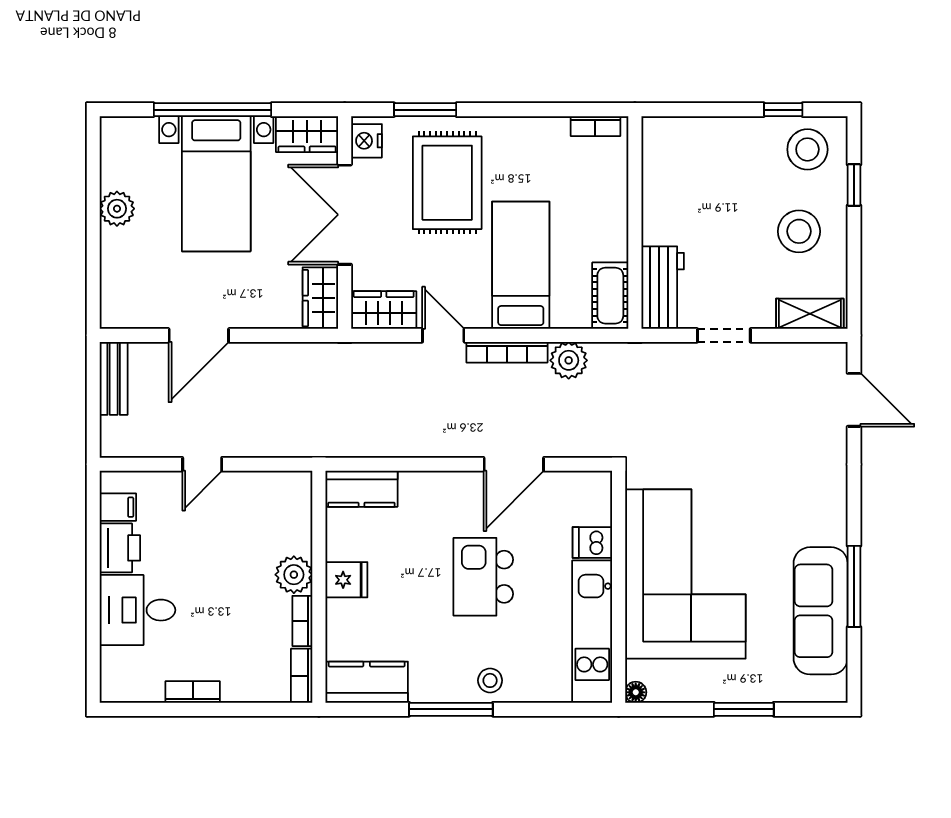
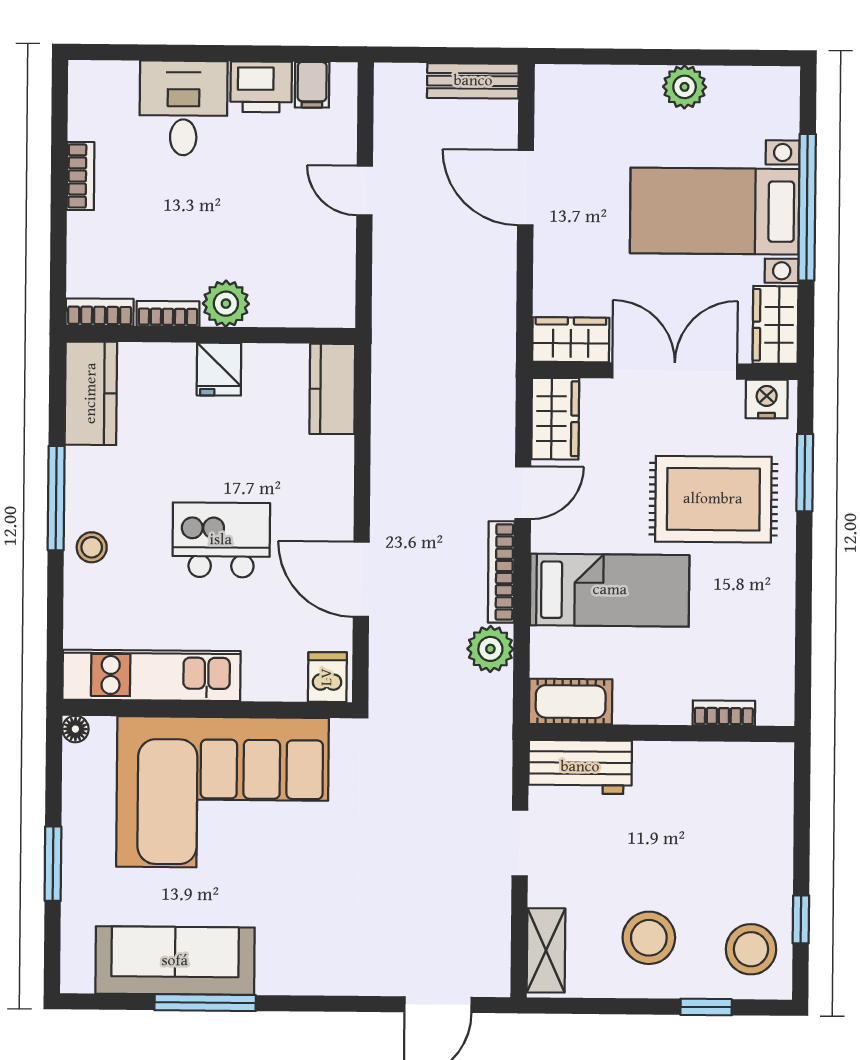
bookcase: (595, 126) -> (724, 713), moved, turned 90
dishwasher: (592, 542) -> (327, 677), moved

